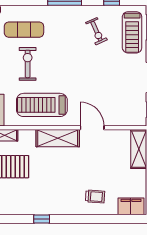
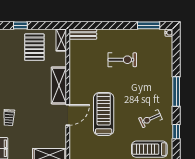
exercise mat: (24, 30) -> (152, 57), removed
treadmill: (42, 105) -> (104, 114), moved

